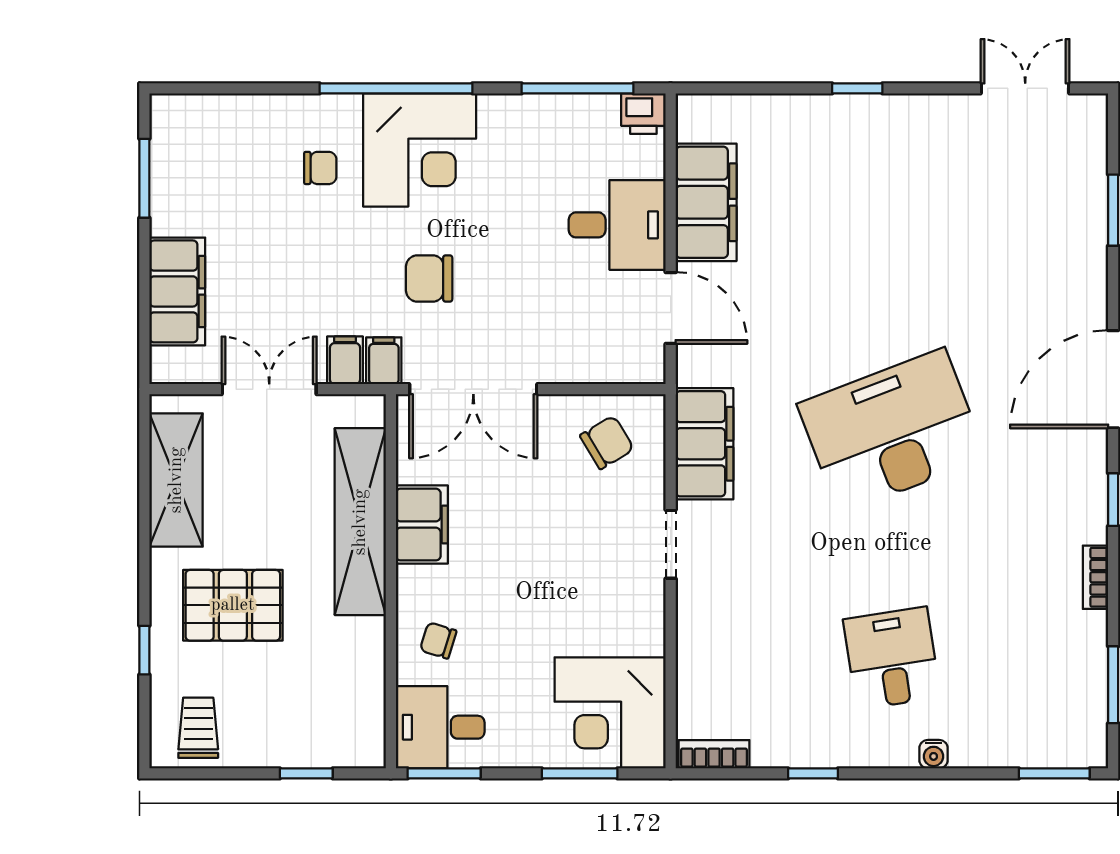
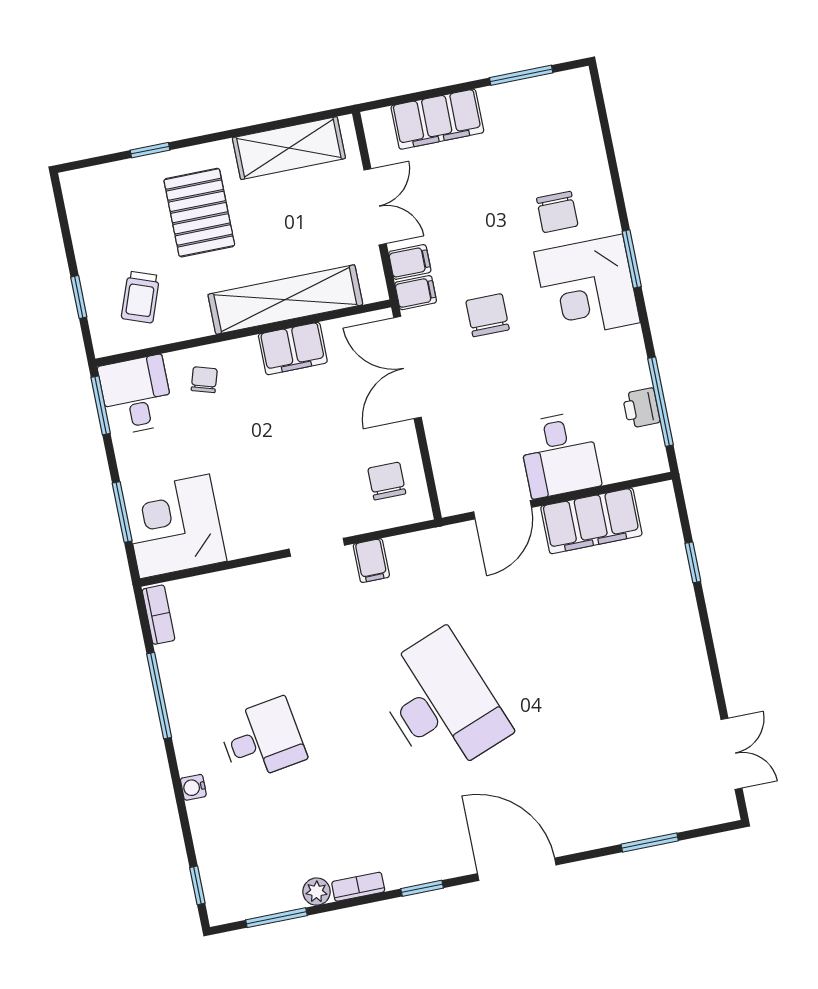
window: (396, 88) -> (632, 259), width x0.47
window: (857, 88) -> (693, 562), moved
printer: (643, 114) -> (641, 408), moved
chair: (320, 168) -> (557, 212), width x1.37, depth x1.37
chair: (607, 442) -> (387, 481), turned -149
filing cabinet: (704, 444) -> (371, 561), width x0.33, depth x0.86
plant: (1091, 629) -> (317, 892), added
trolley: (198, 728) -> (140, 297), moved, turned 110
window: (813, 773) -> (159, 696), width x2.17
window: (1054, 773) -> (197, 885), width x0.67

